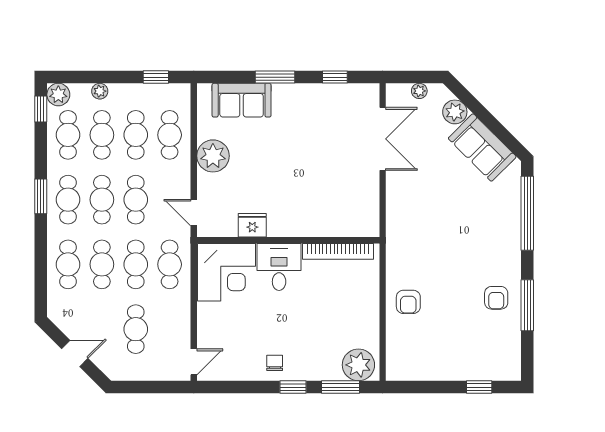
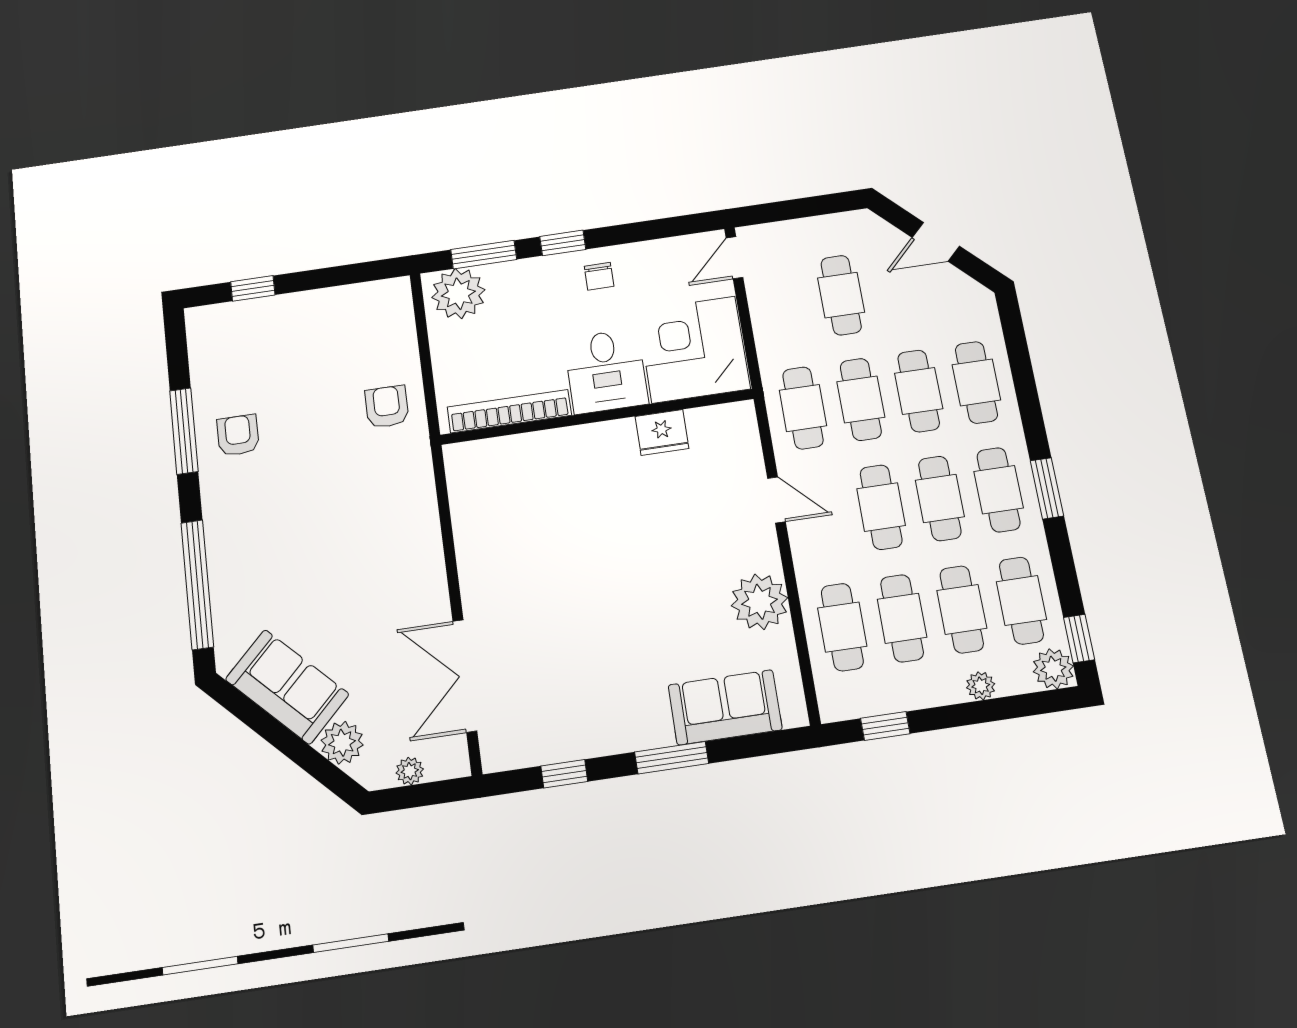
fridge: (252, 225) -> (662, 432), moved
wall: (288, 240) -> (597, 417), moved
bookcase: (338, 251) -> (509, 411), moved
desk: (279, 267) -> (606, 371), moved
corner desk: (226, 272) -> (694, 349), moved

